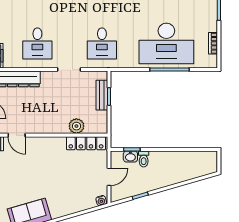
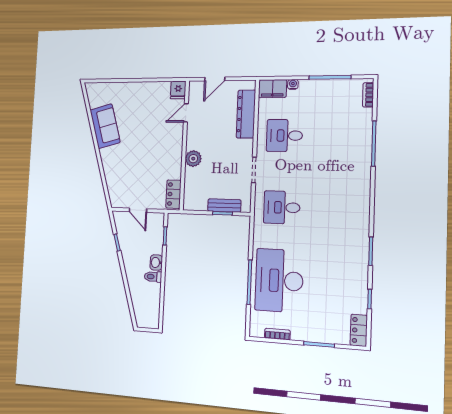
plant: (76, 126) -> (193, 159), moved
locker: (86, 143) -> (173, 194), width x0.66
washbasin: (130, 157) -> (156, 263), moved
toilet: (144, 159) -> (153, 277), moved
water cooler: (101, 201) -> (114, 201), removed

